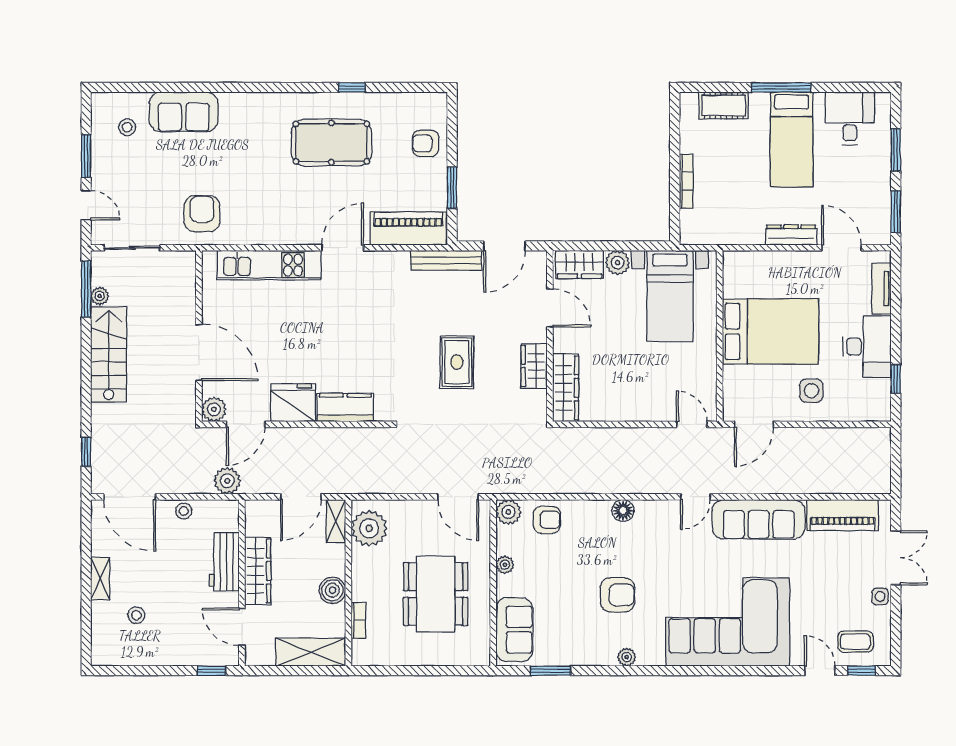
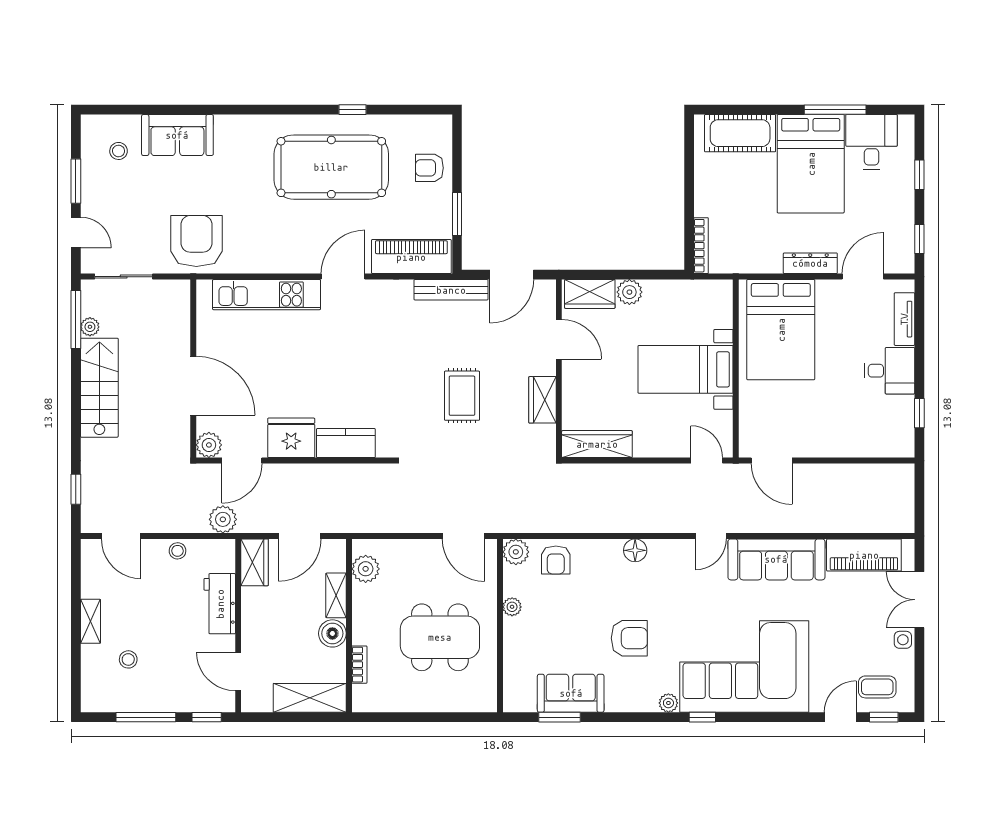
window: (781, 87) -> (835, 110), moved
cot: (724, 105) -> (740, 133), width x1.37, depth x1.34
bed: (792, 139) -> (811, 164), width x1.50
pool table: (331, 143) -> (331, 167), width x1.36, depth x1.32
window: (896, 150) -> (919, 175), width x0.67
bookcase: (686, 181) -> (701, 246), moved
window: (896, 212) -> (919, 239), width x0.67
armchair: (202, 214) -> (196, 241), width x1.36, depth x1.36
door: (842, 248) -> (863, 277), hinge flipped
bed with nightstands: (670, 296) -> (686, 369), moved, turned 90
bed: (771, 331) -> (781, 330), moved, turned 90
desk: (867, 346) -> (889, 371), width x0.73
wardrobe: (566, 388) -> (597, 444), moved, turned -90
side table: (811, 391) -> (831, 425), removed
door: (754, 424) -> (772, 461), hinge flipped
door: (130, 497) -> (121, 536), width x0.73
armchair: (547, 520) -> (556, 560), turned 90
shelving: (336, 521) -> (336, 595), moved
plant: (369, 528) -> (366, 569), width x0.73, depth x0.73
double door: (896, 558) -> (919, 600), swing flipped
wardrobe: (258, 571) -> (255, 562), moved, width x0.67
dining table: (436, 594) -> (440, 637), turned 90
sofa: (514, 630) -> (571, 693), moved, turned -90
plant: (627, 657) -> (668, 703), moved
window: (153, 671) -> (146, 717), added
window: (687, 671) -> (702, 717), added
door: (820, 671) -> (840, 717), hinge flipped

